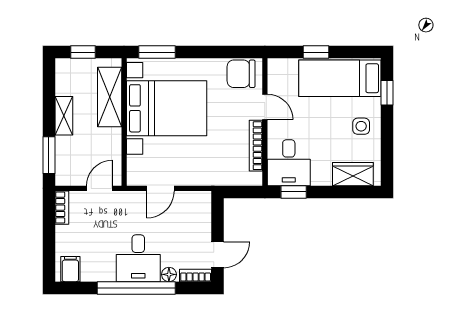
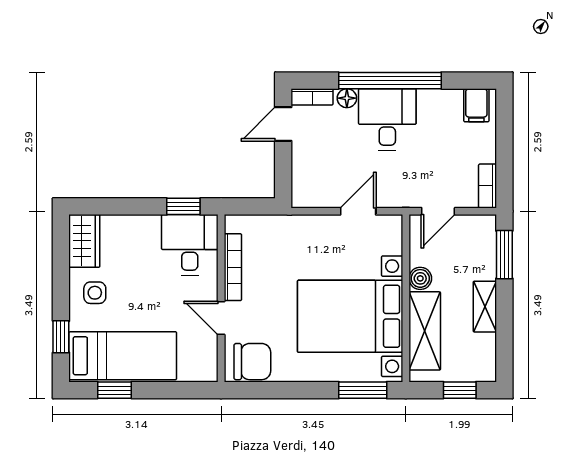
window: (316, 52) -> (114, 390), moved
boiler: (113, 137) -> (420, 278), added
wardrobe: (353, 174) -> (84, 241), moved, turned -90

